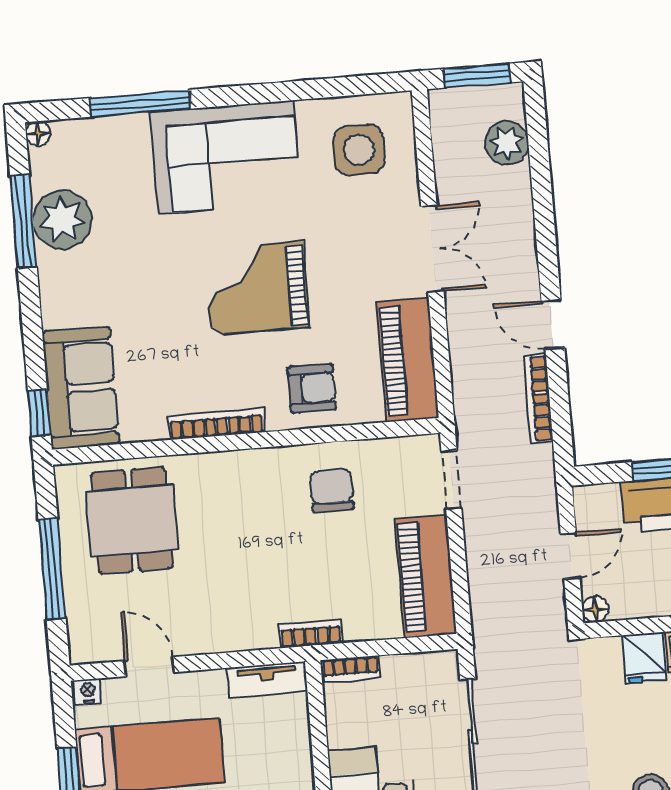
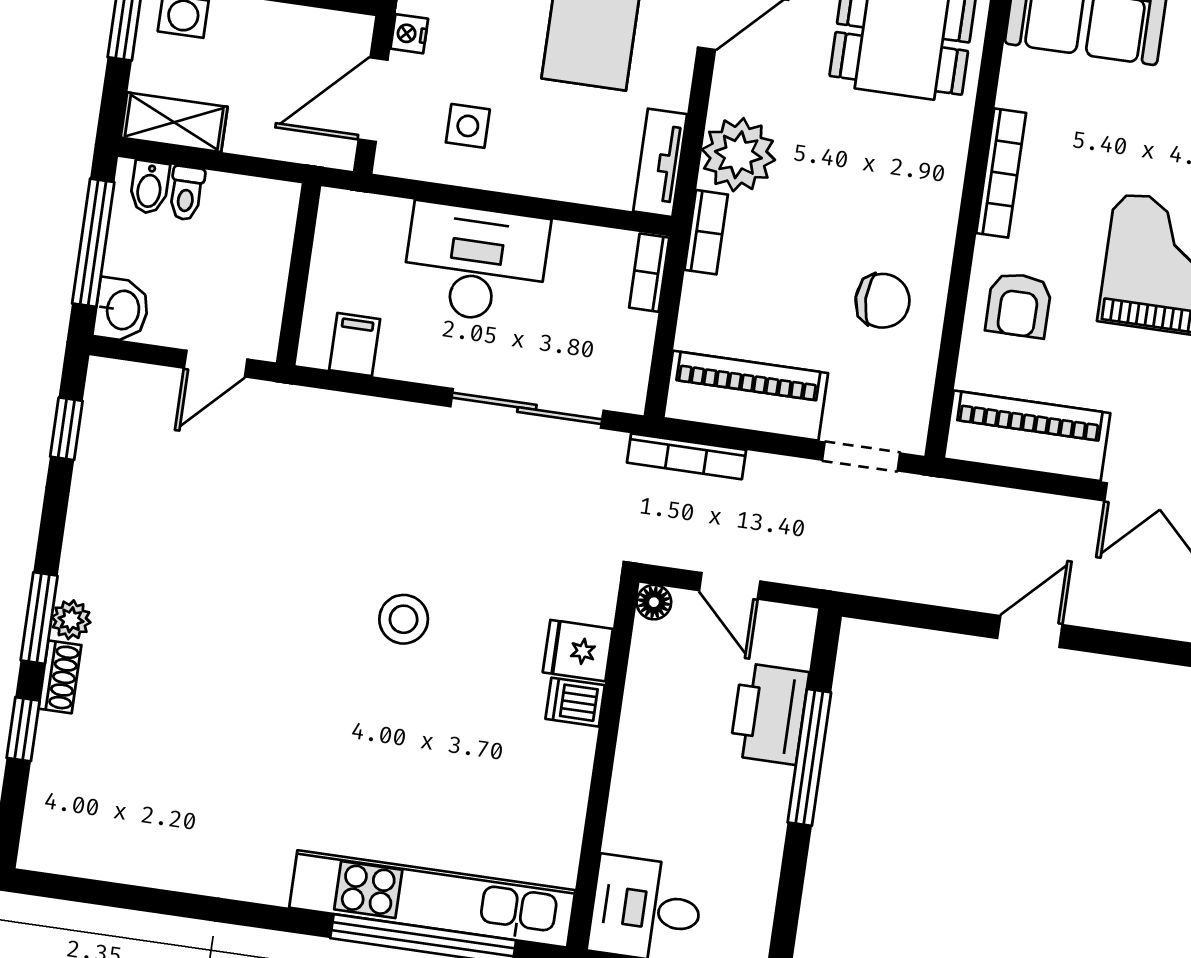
bookcase: (538, 399) -> (686, 456), moved, turned 180
plant: (247, 623) -> (738, 155), added

